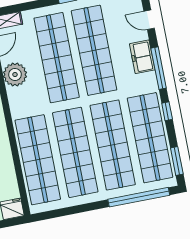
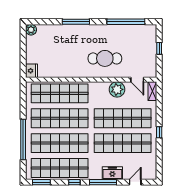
window: (139, 197) -> (23, 139), moved

